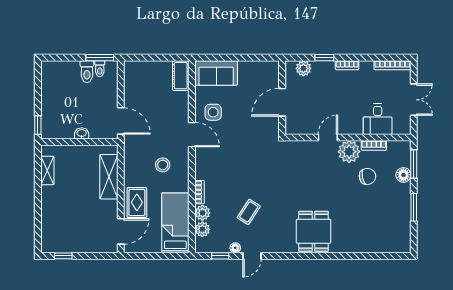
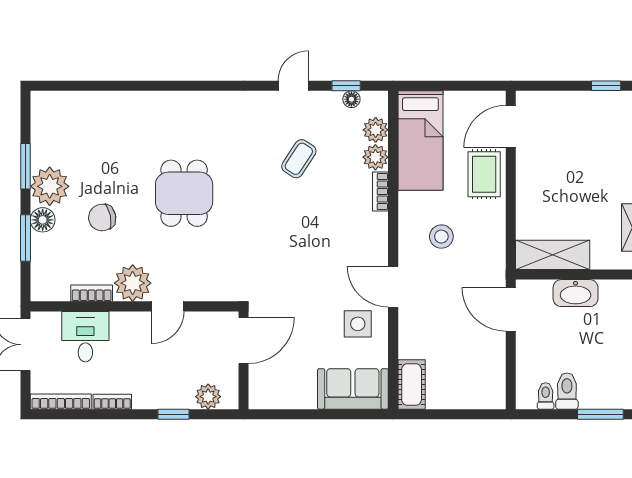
window: (100, 58) -> (600, 414), moved
bookcase: (347, 65) -> (112, 402), moved
desk: (378, 119) -> (85, 337), moved
washbasin: (82, 133) -> (576, 293), width x1.91, depth x1.45
door: (328, 138) -> (168, 306), moved
wall: (348, 138) -> (135, 306), moved
bookcase: (374, 145) -> (92, 293), moved
plant: (349, 152) -> (133, 283), moved
shelving: (109, 177) -> (553, 255), moved, turned 90
plant: (399, 195) -> (50, 186), added
dining table: (314, 231) -> (184, 193), moved
floor lamp: (235, 248) -> (351, 99), moved

